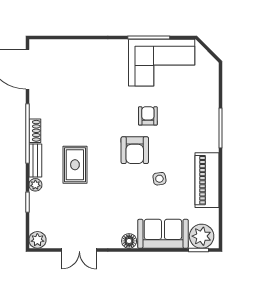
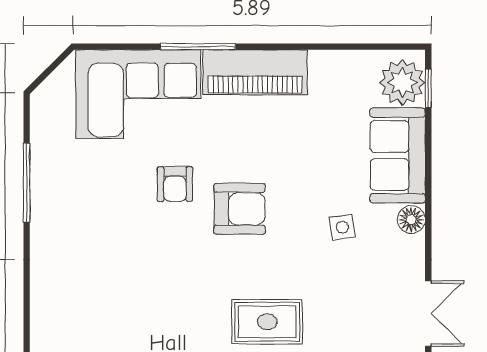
corner sofa: (162, 63) -> (138, 94), moved, turned 90
armchair: (148, 116) -> (175, 184), turned -90
side table: (159, 179) -> (342, 227), moved
piano: (207, 180) -> (255, 72), moved

